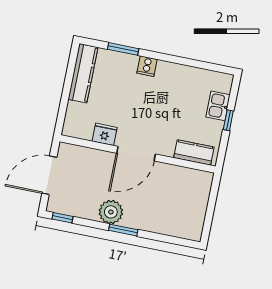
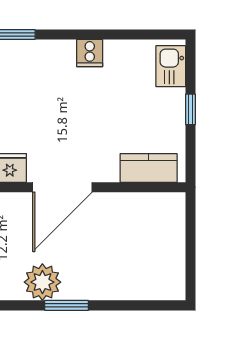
cooker: (147, 66) -> (90, 53), moved
kitchen sink: (218, 106) -> (171, 66), moved

